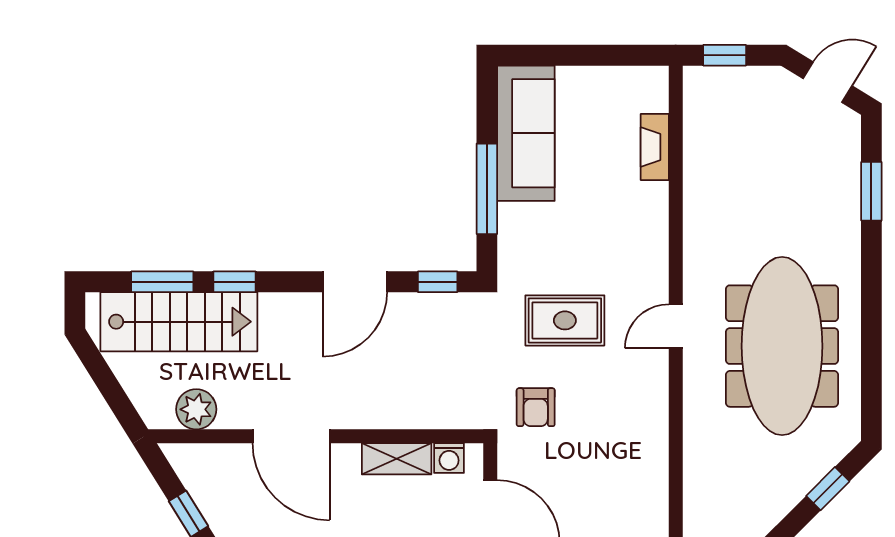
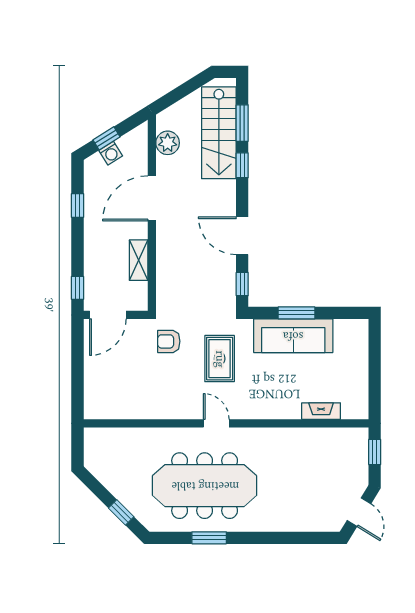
sofa: (526, 133) -> (293, 336), moved
window: (487, 189) -> (297, 313), width x0.69
window: (871, 191) -> (209, 538), moved
washing machine: (449, 458) -> (111, 153), moved, turned -122

